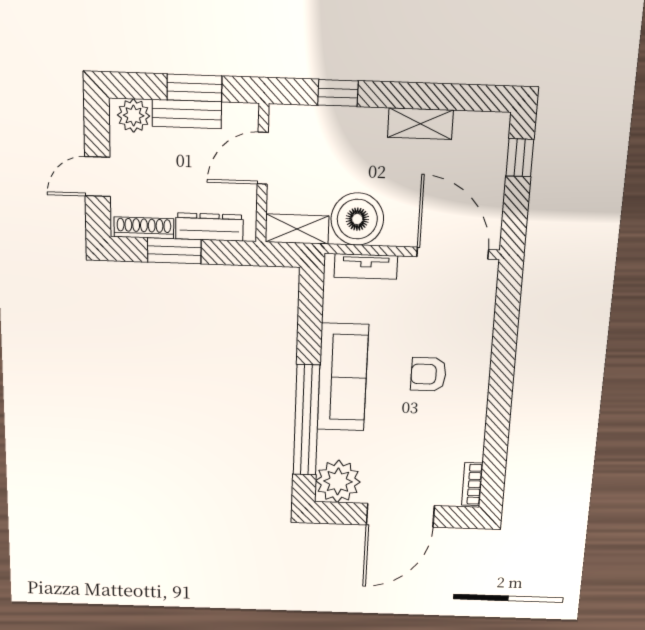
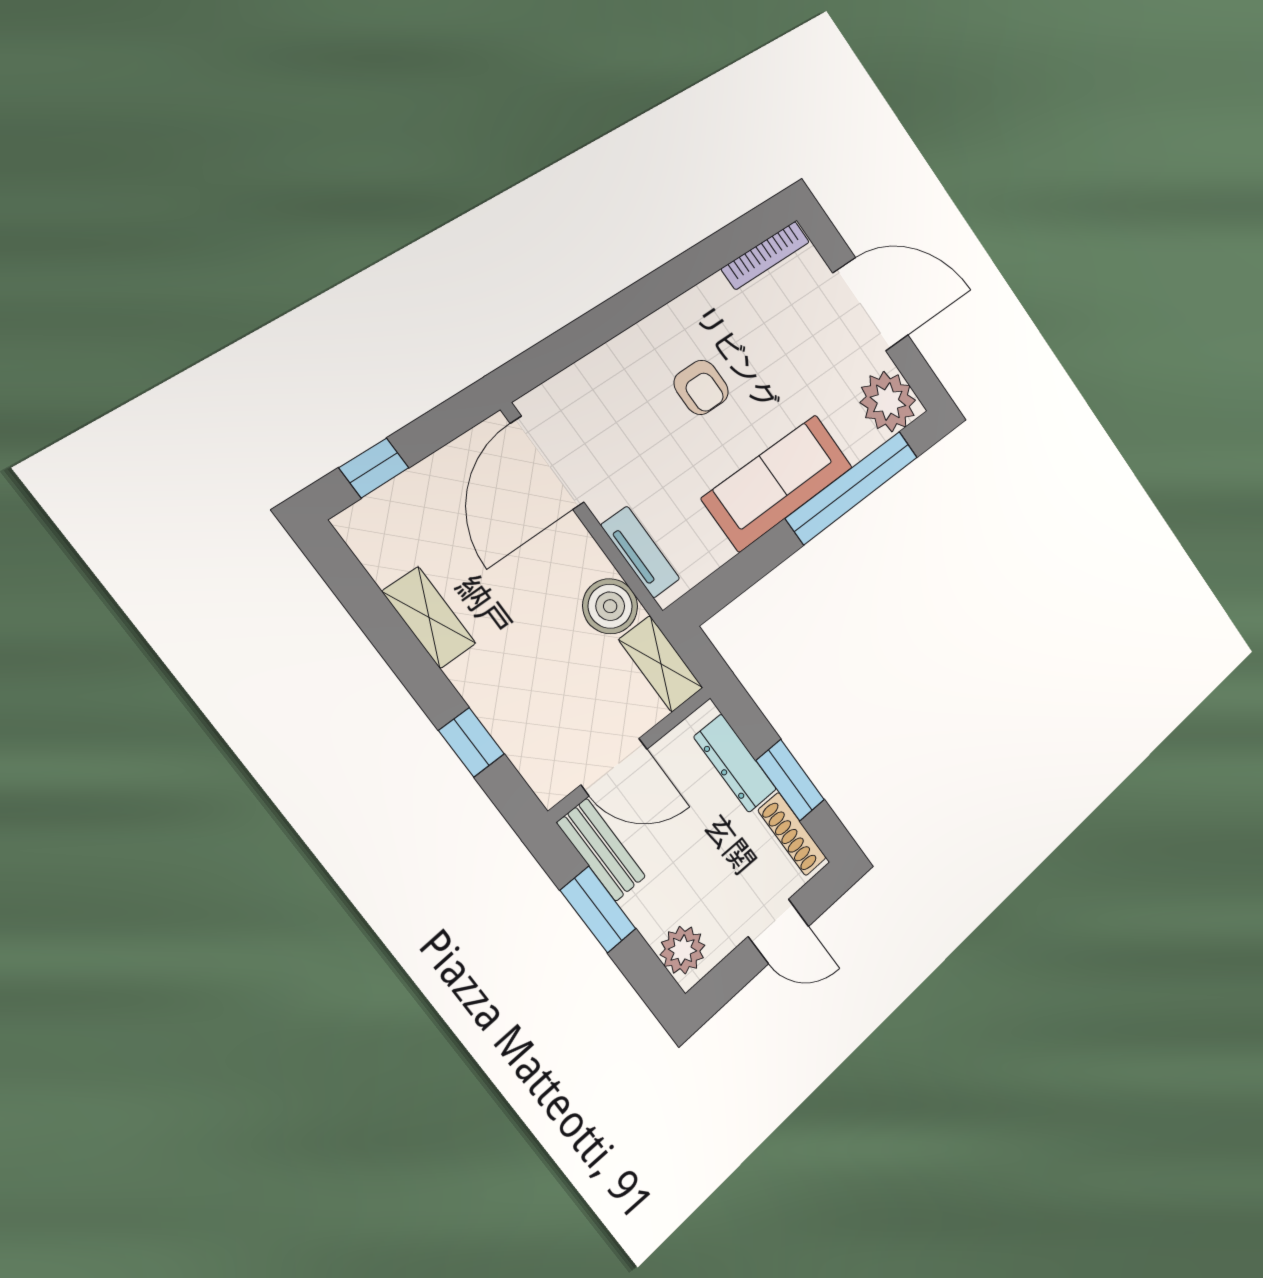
bench: (187, 114) -> (601, 850), moved
boiler: (357, 219) -> (610, 606), width x0.73, depth x0.73
bookcase: (472, 484) -> (766, 255), width x1.56

